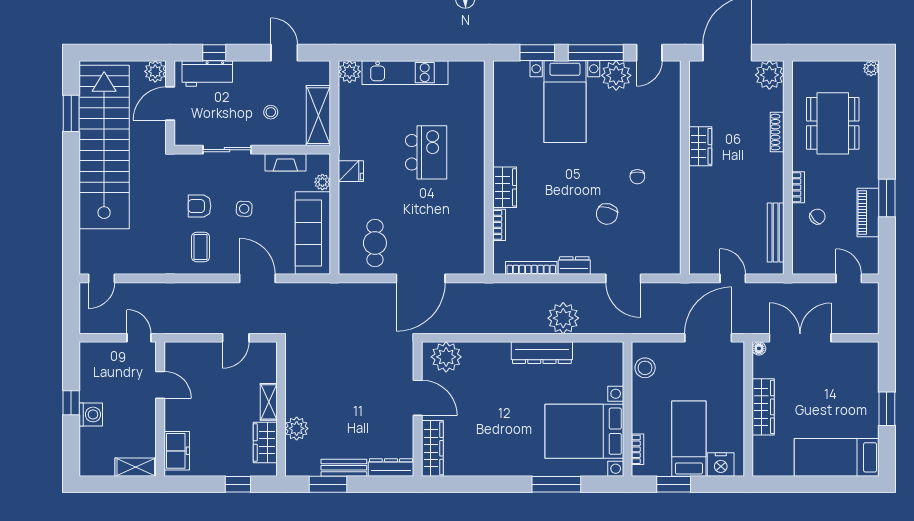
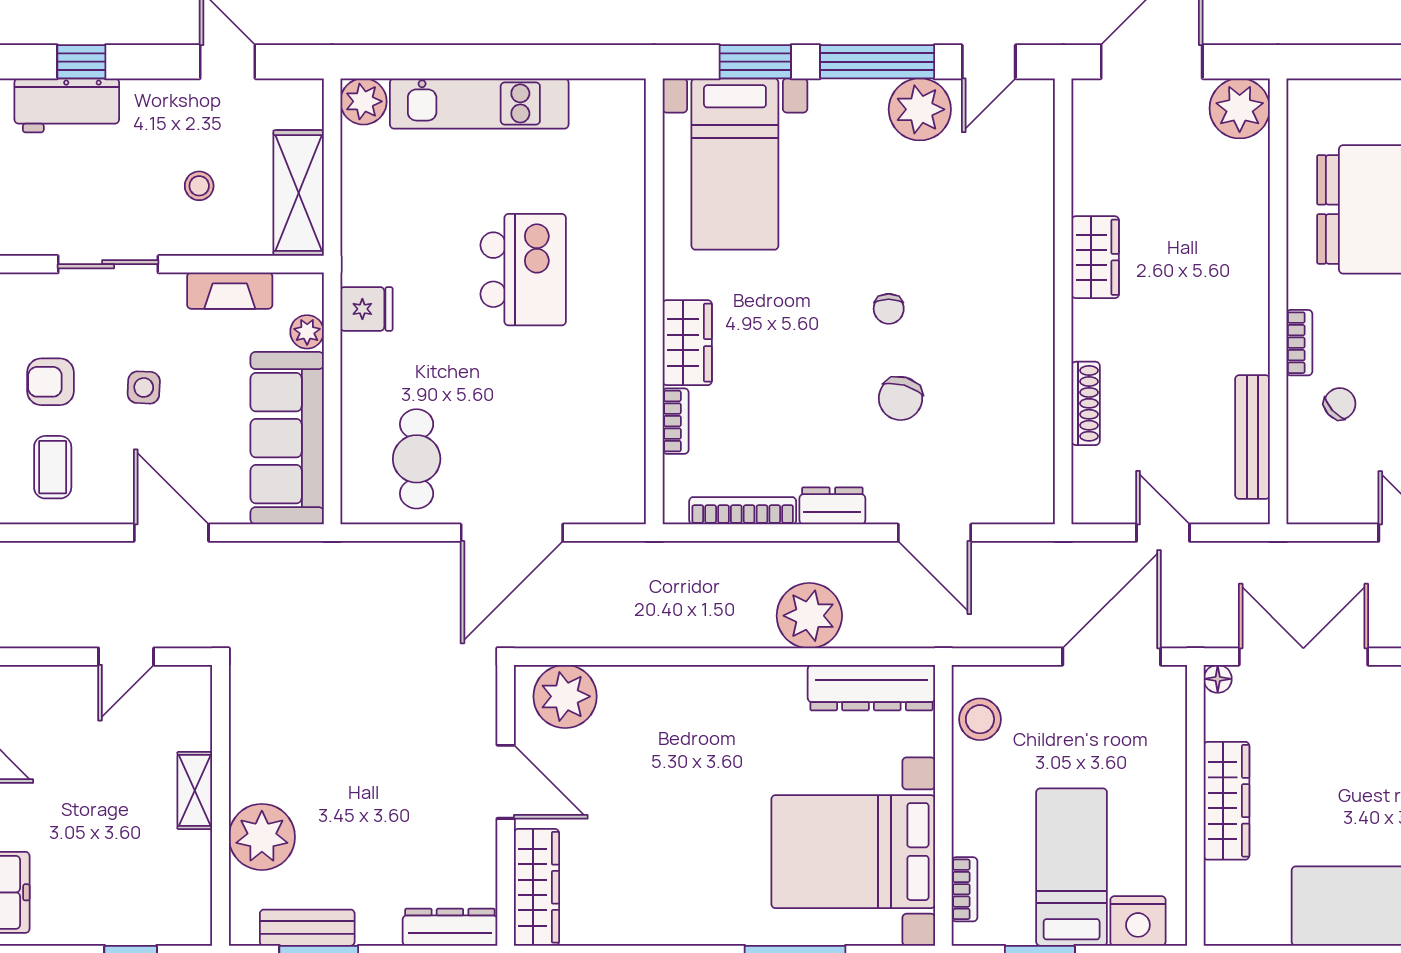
bed with nightstands: (565, 102) -> (735, 164), moved
shoe rack: (777, 132) -> (1086, 403), moved, turned 180
chair: (637, 177) -> (889, 309), moved
dresser: (542, 353) -> (871, 688), moved
plant: (297, 428) -> (262, 837), width x1.36, depth x1.36
wardrobe: (265, 442) -> (187, 875), removed
bench: (344, 468) -> (307, 928), moved

